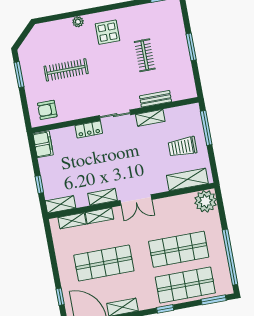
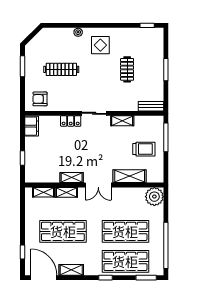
bench: (156, 99) -> (151, 106), moved
trolley: (182, 147) -> (144, 149), turned 180
shelving: (187, 179) -> (130, 176), moved
shelving: (61, 204) -> (37, 177), removed

